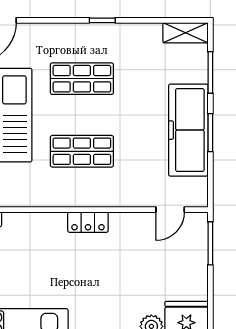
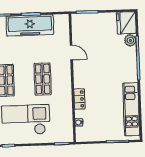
door: (170, 210) -> (71, 52), moved
locker: (88, 222) -> (79, 99), moved

